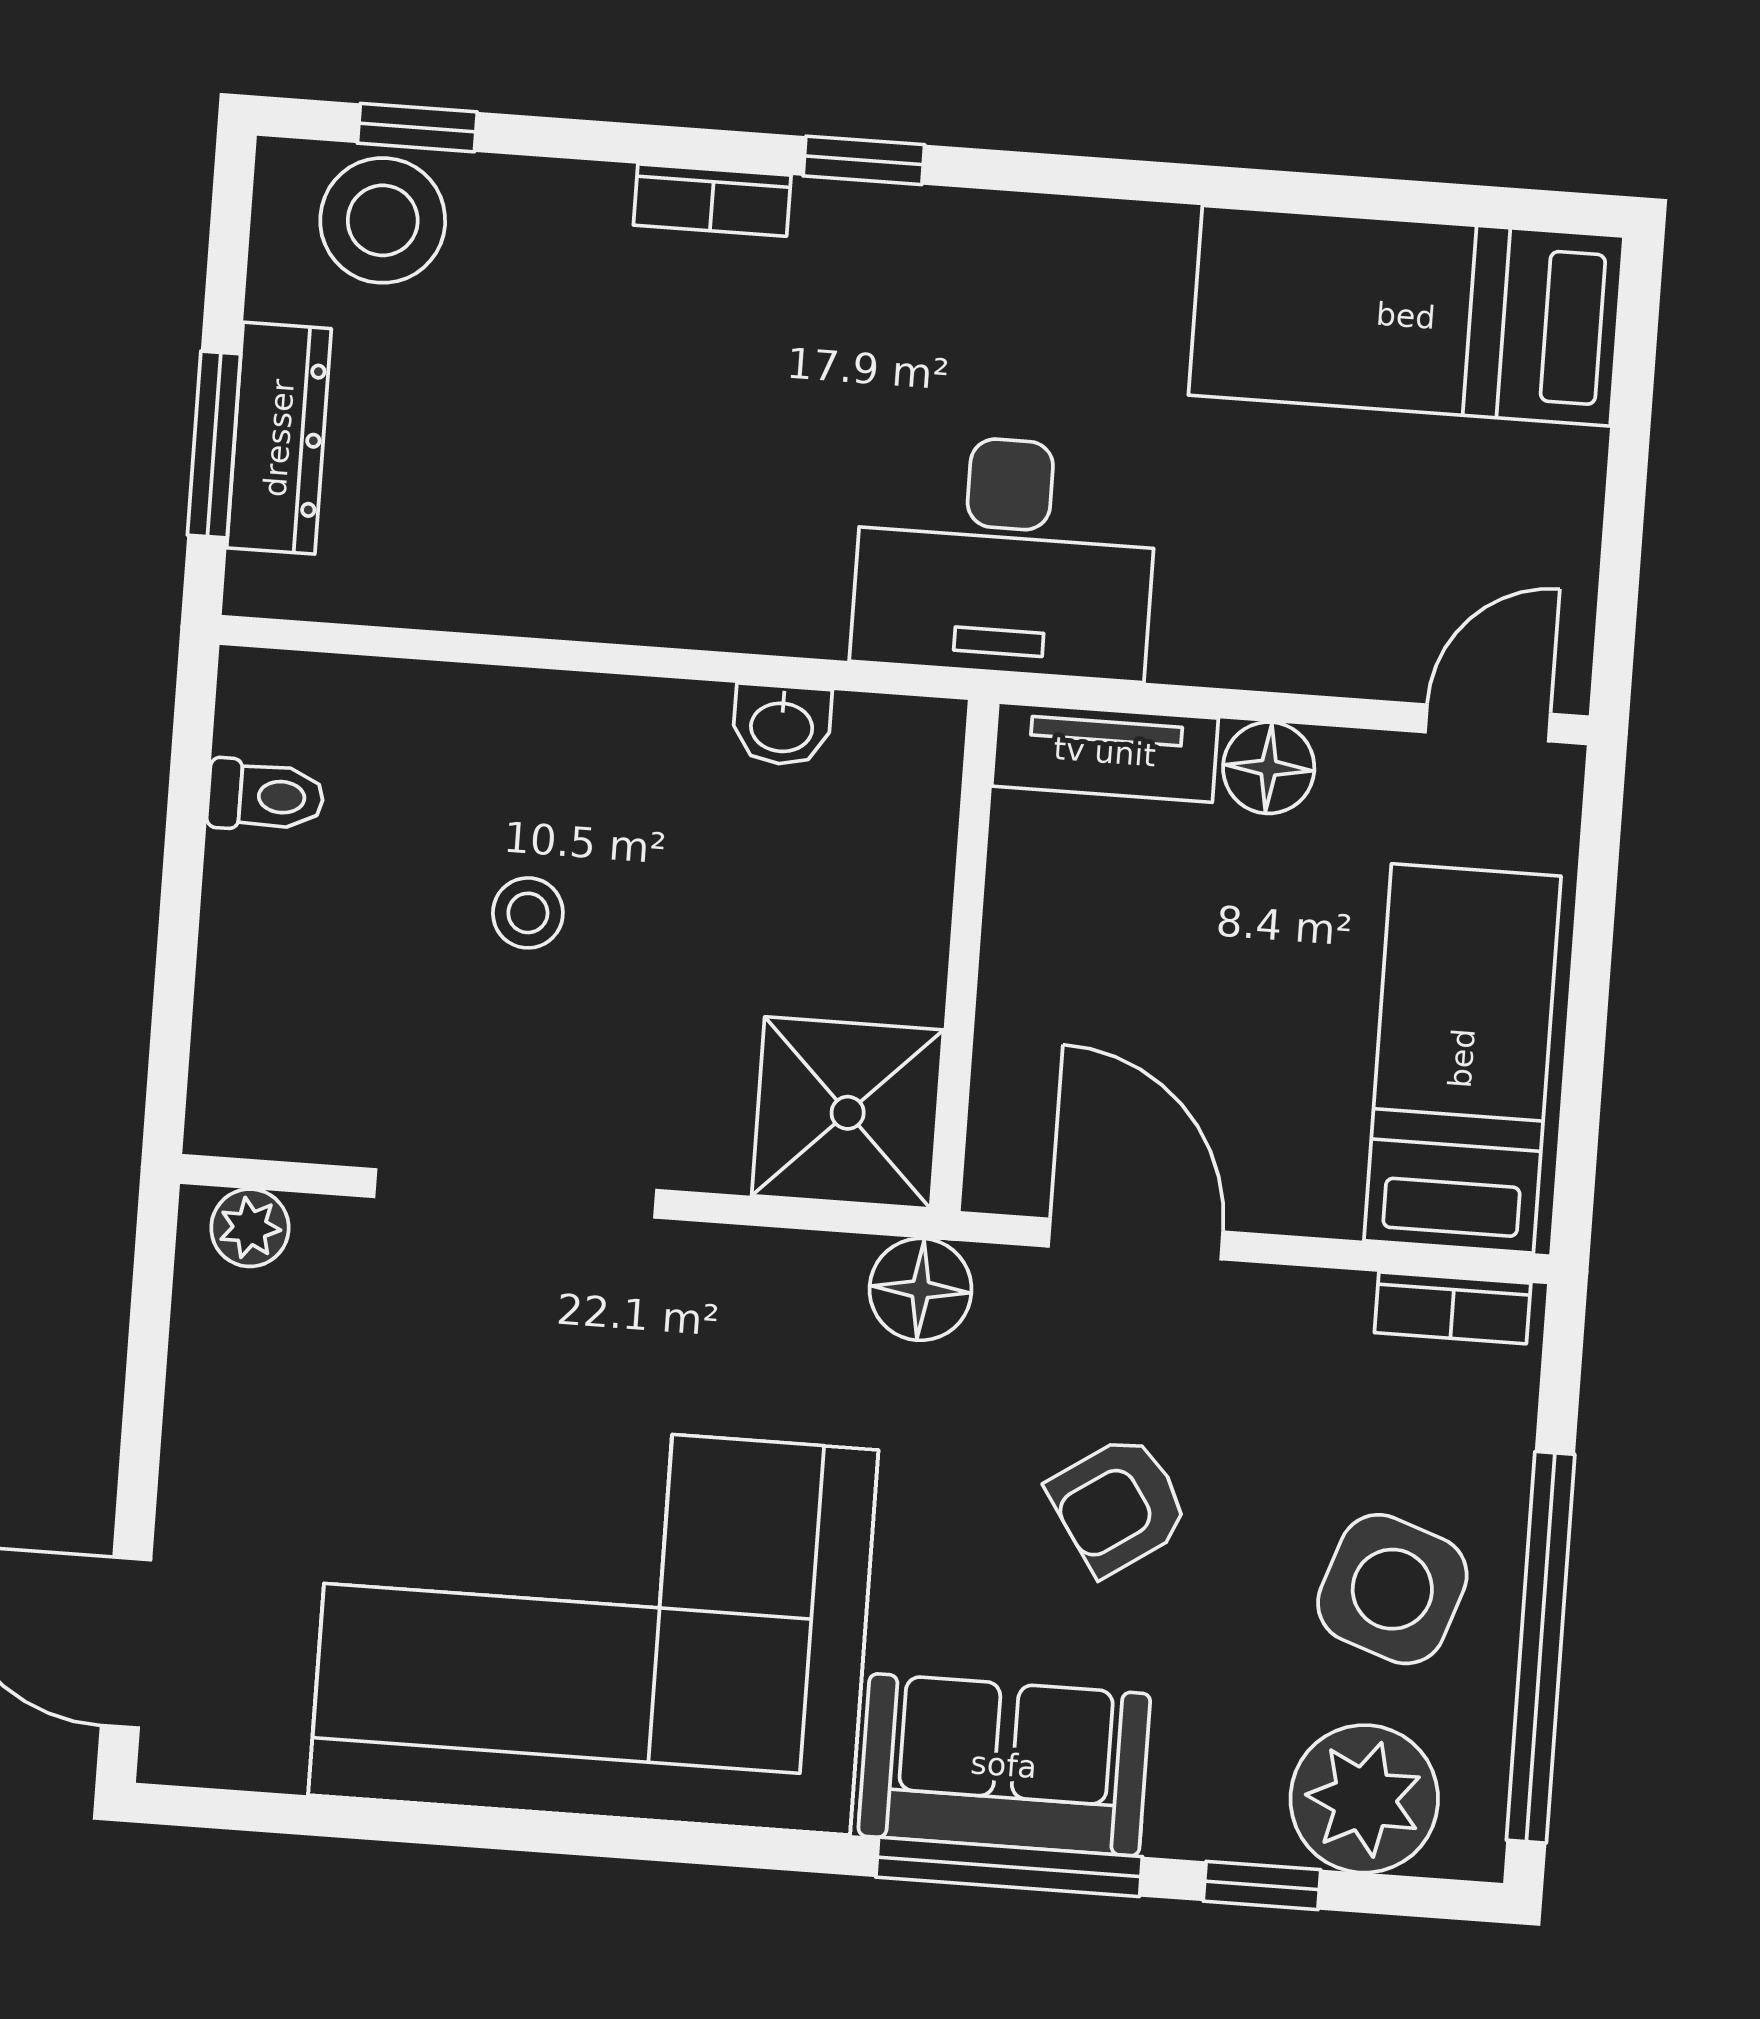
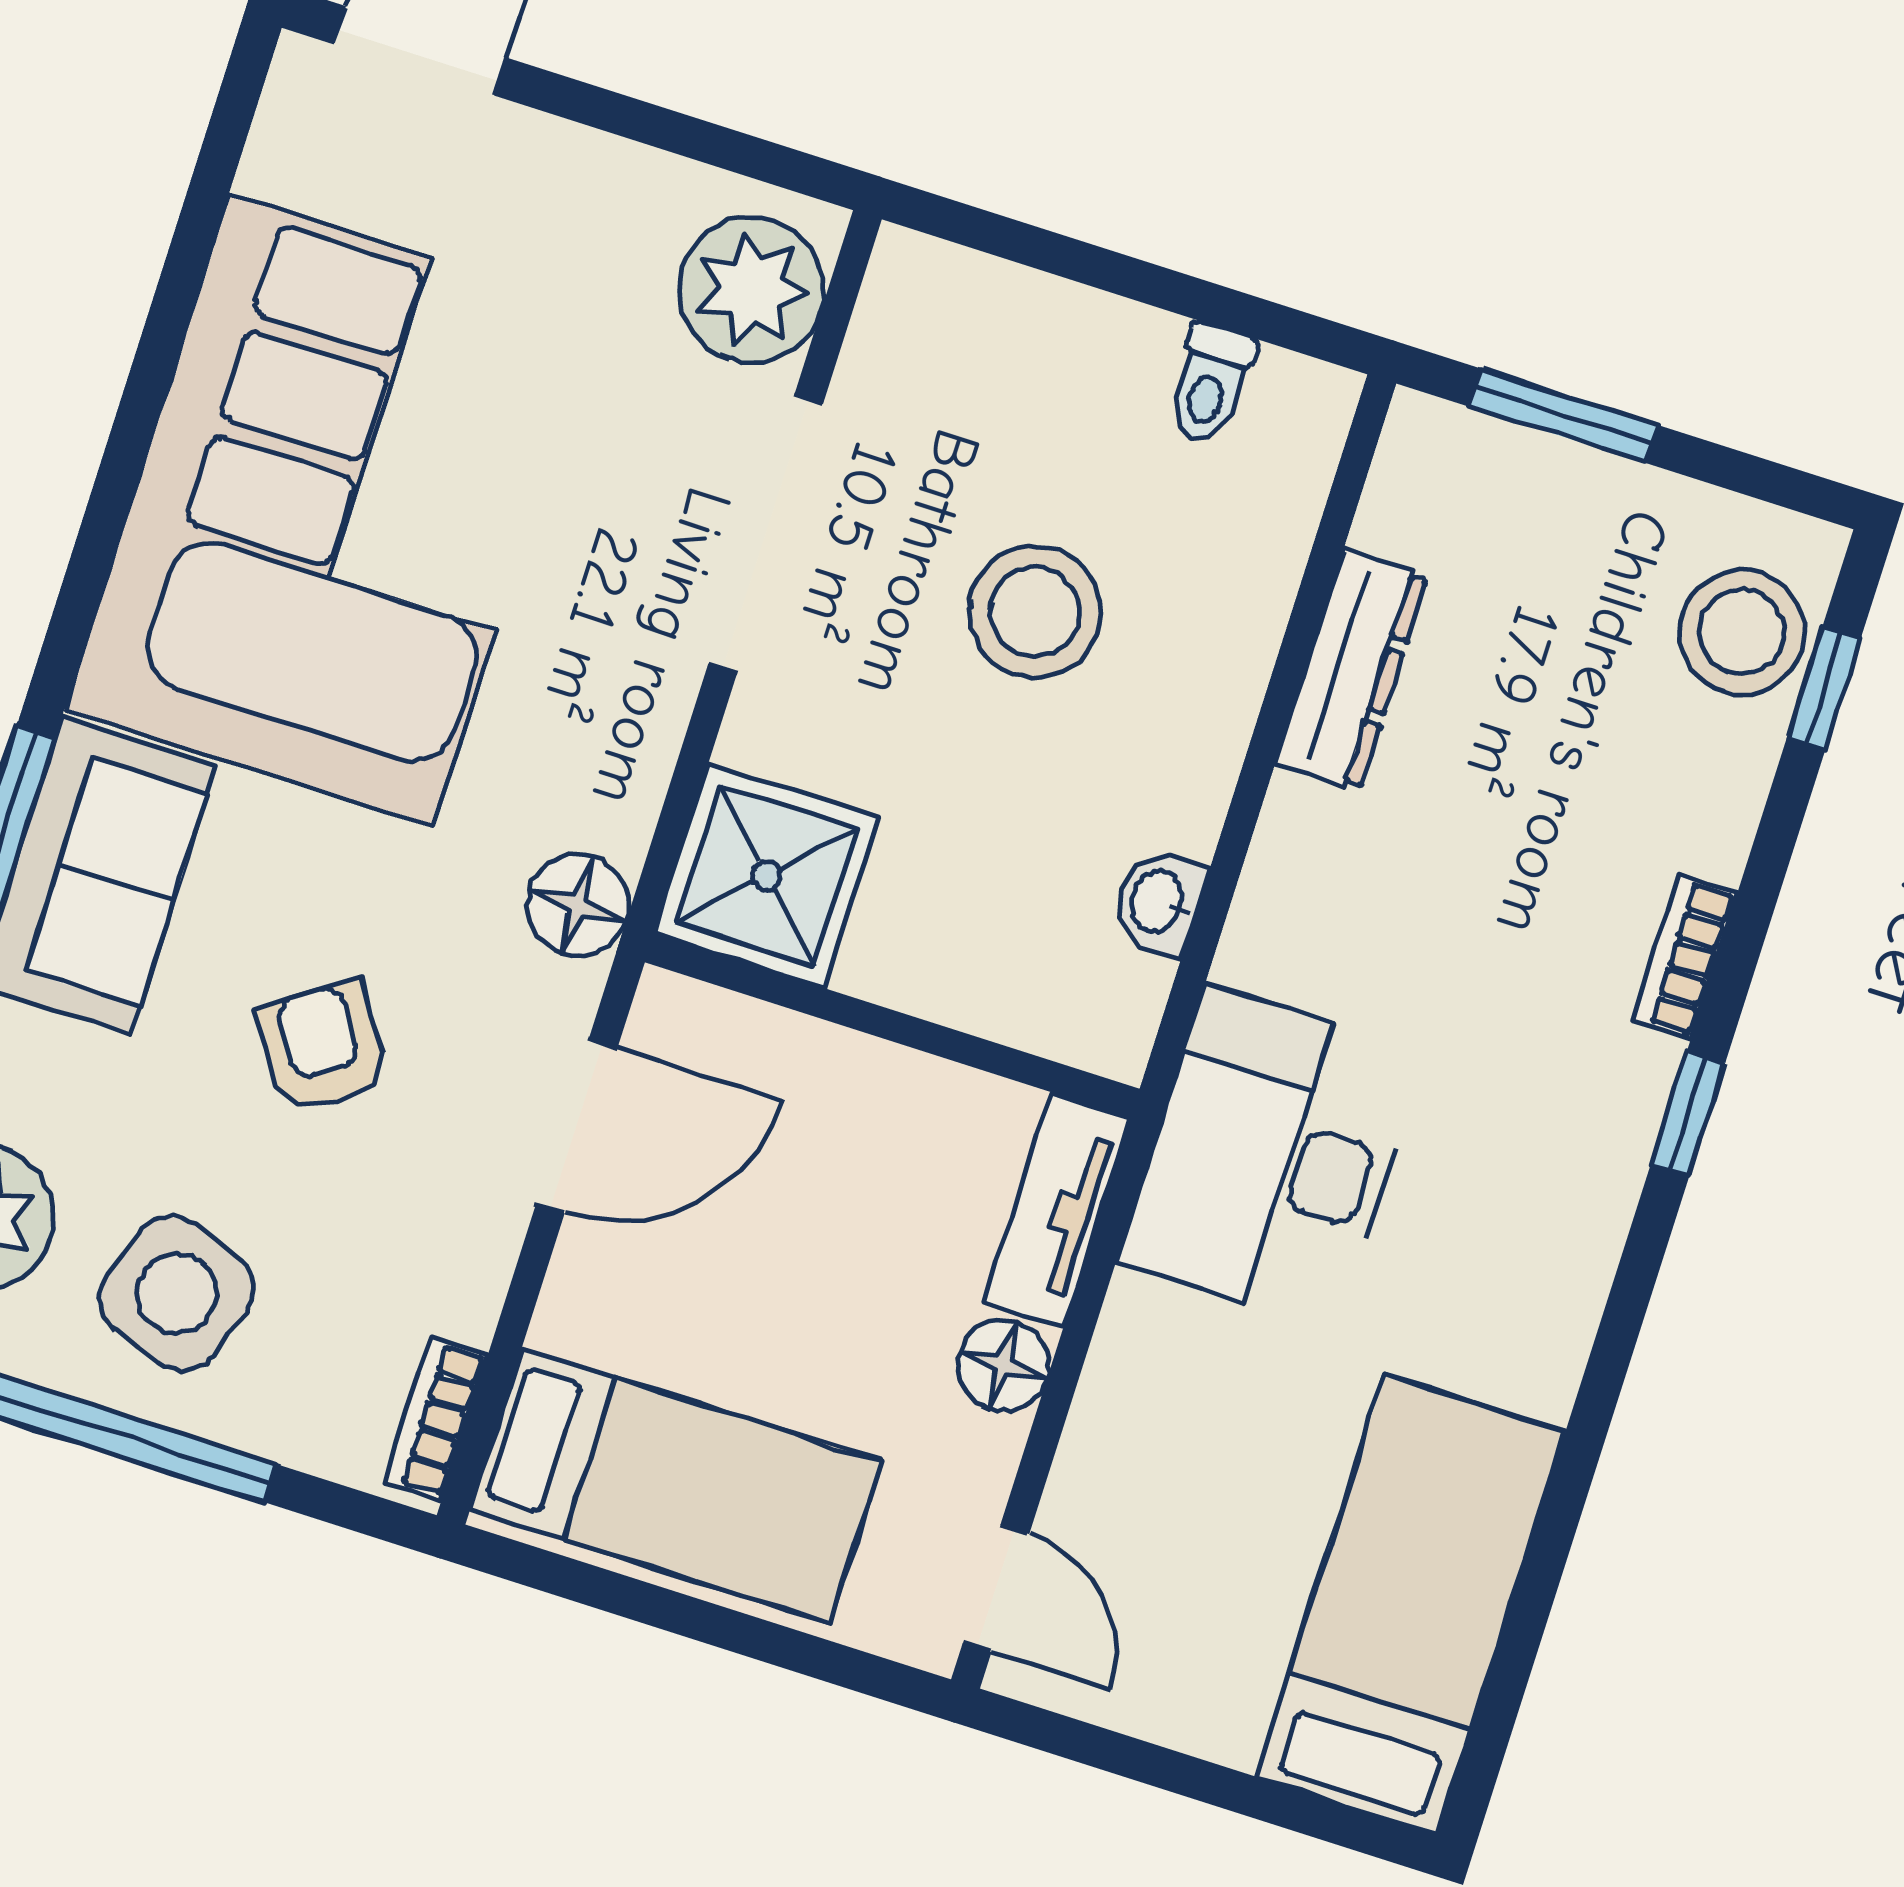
dresser: (279, 438) -> (1351, 670), moved, turned -90
stool: (528, 913) -> (1035, 612), width x1.89, depth x1.89
plant: (250, 1228) -> (752, 290), width x1.88, depth x1.88

